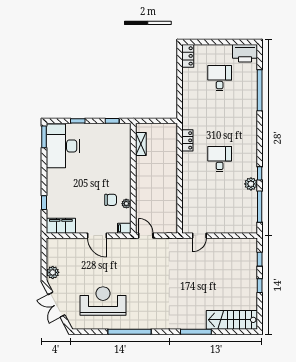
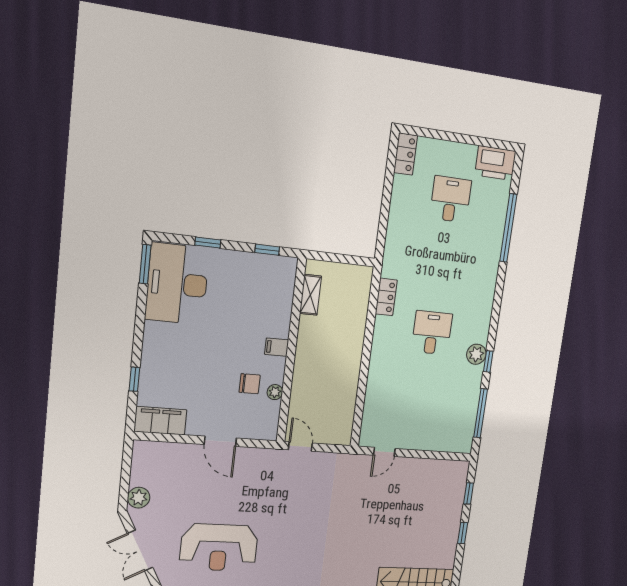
plant: (251, 184) -> (476, 354), moved
filing cabinet: (124, 228) -> (277, 347), moved
reception desk: (103, 301) -> (219, 547), turned 180

